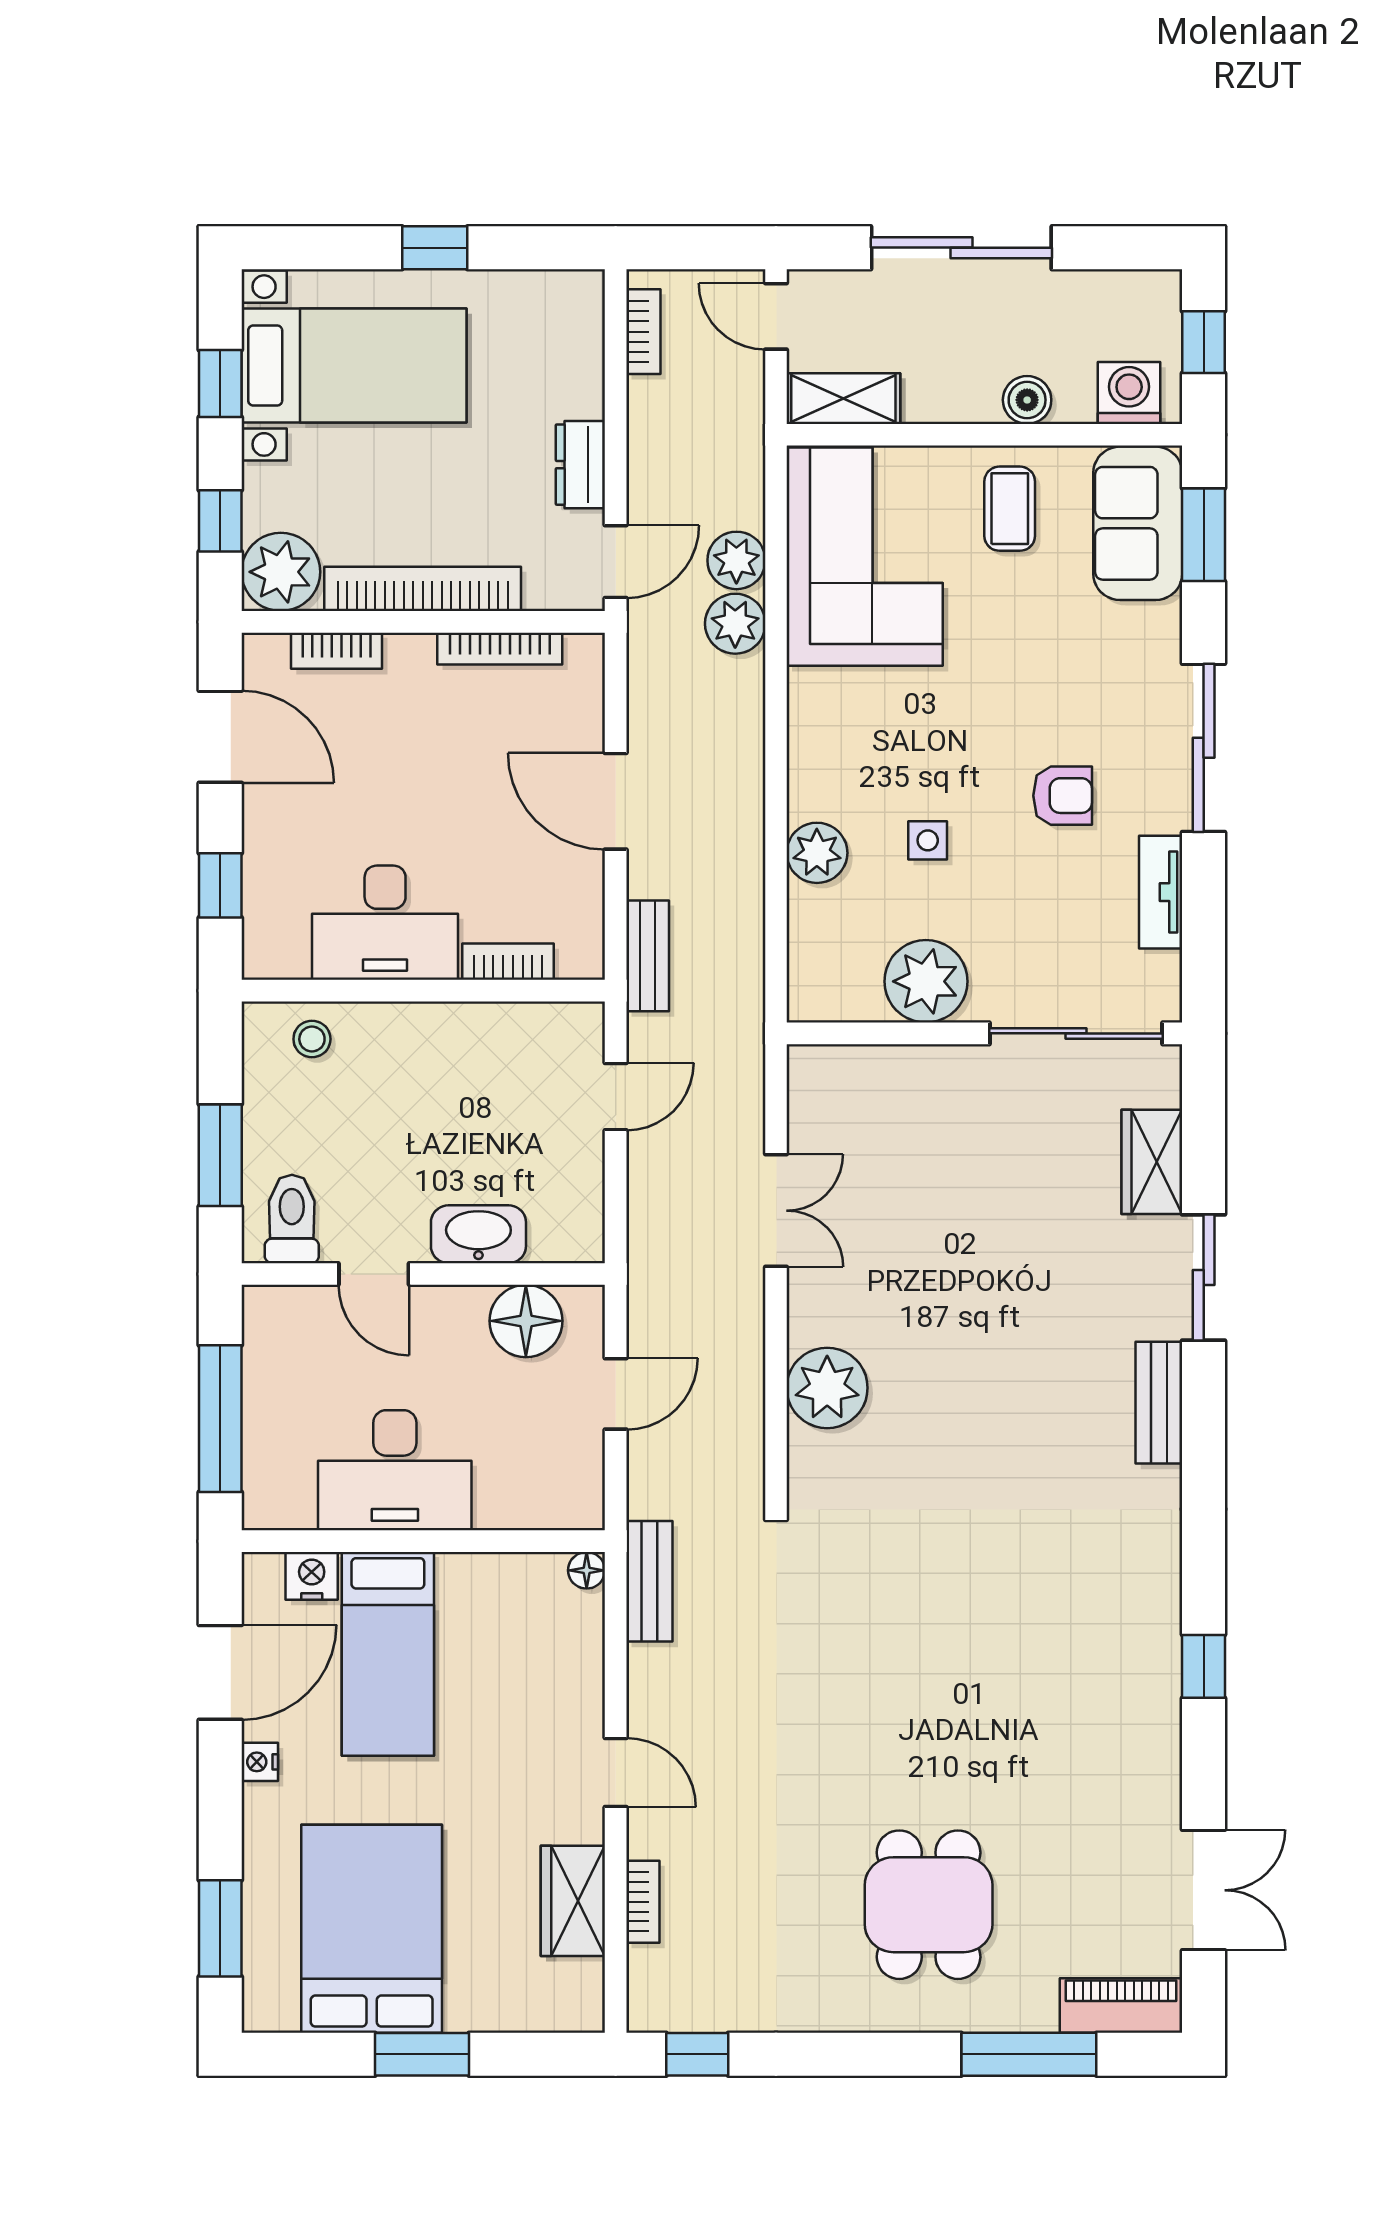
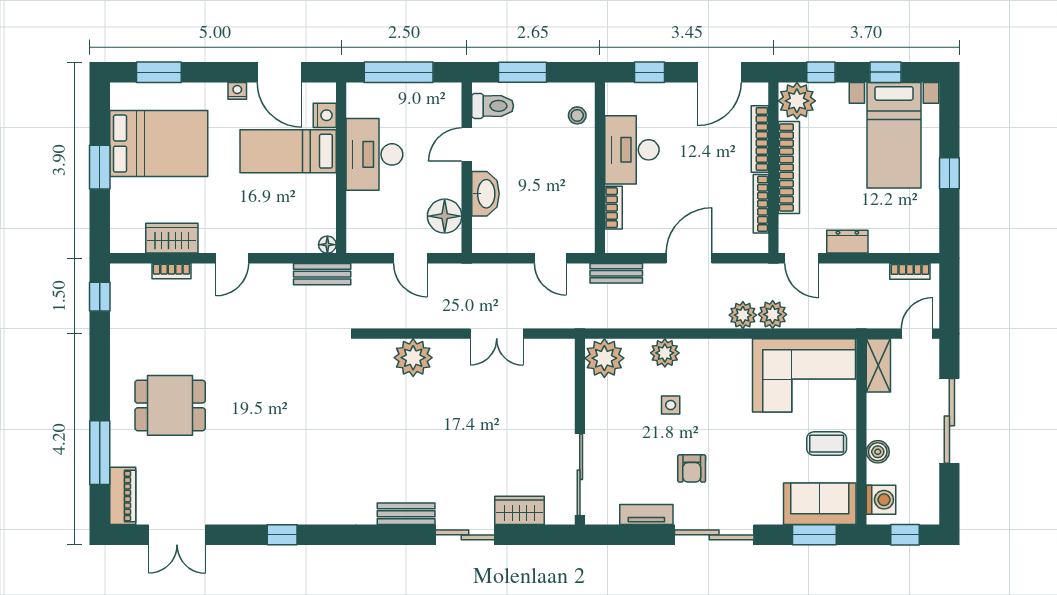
plant: (736, 560) -> (743, 315), moved
bookcase: (336, 651) -> (760, 139), width x1.56
plant: (926, 981) -> (604, 358), moved

